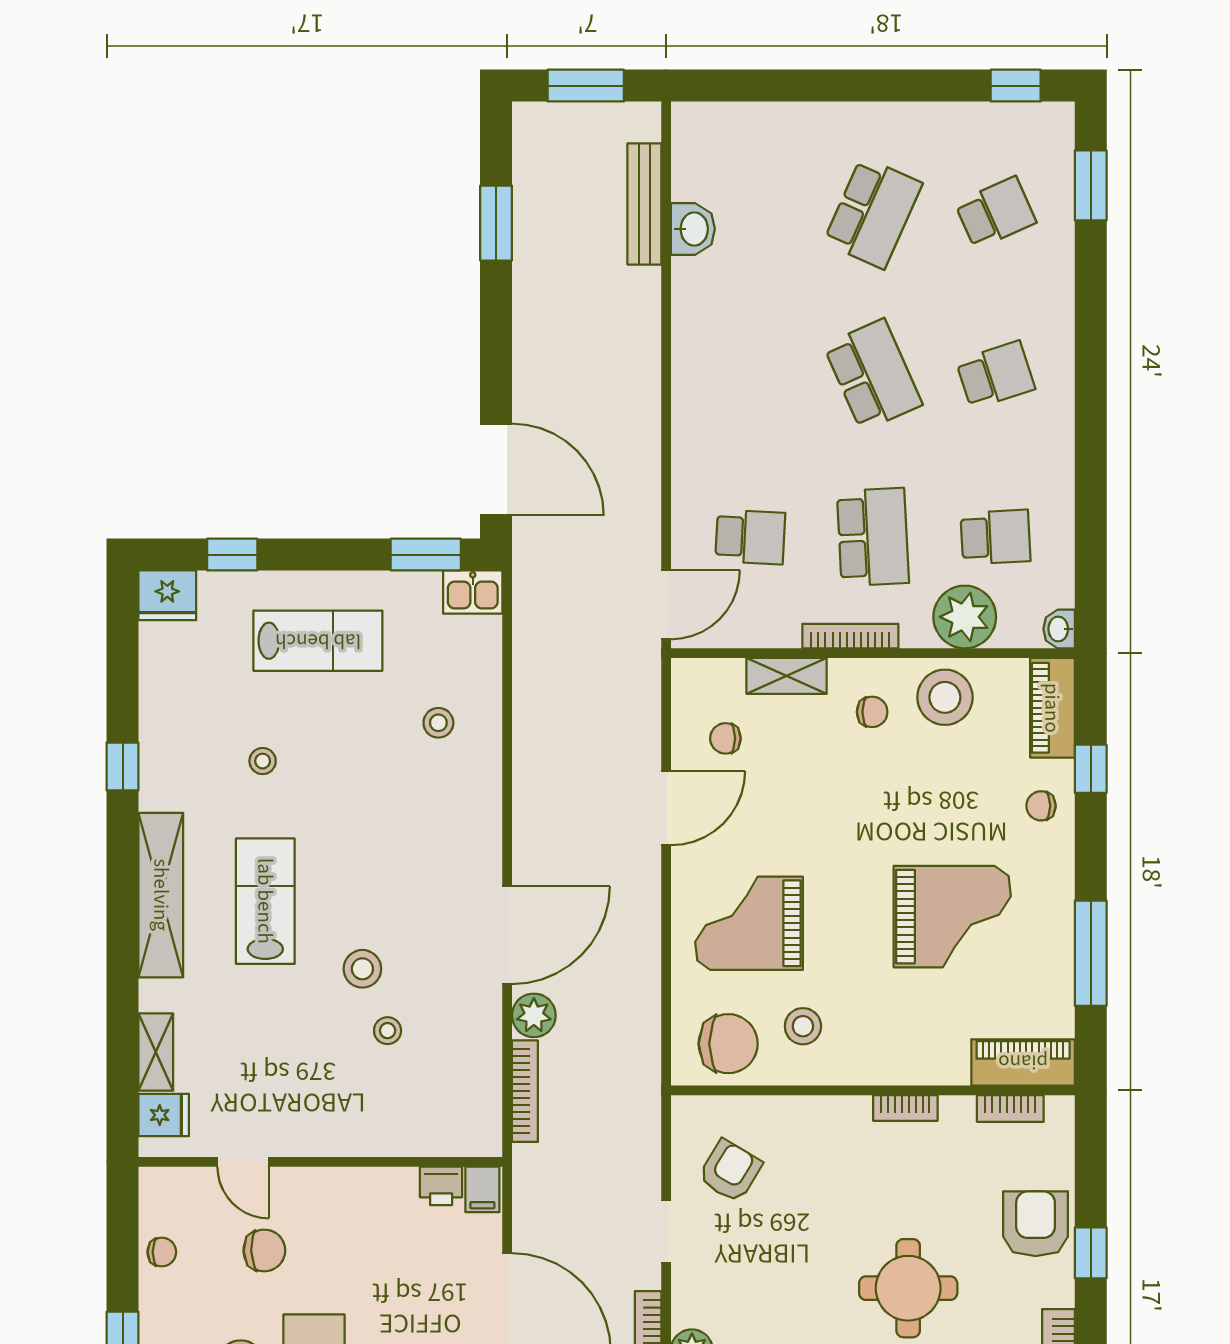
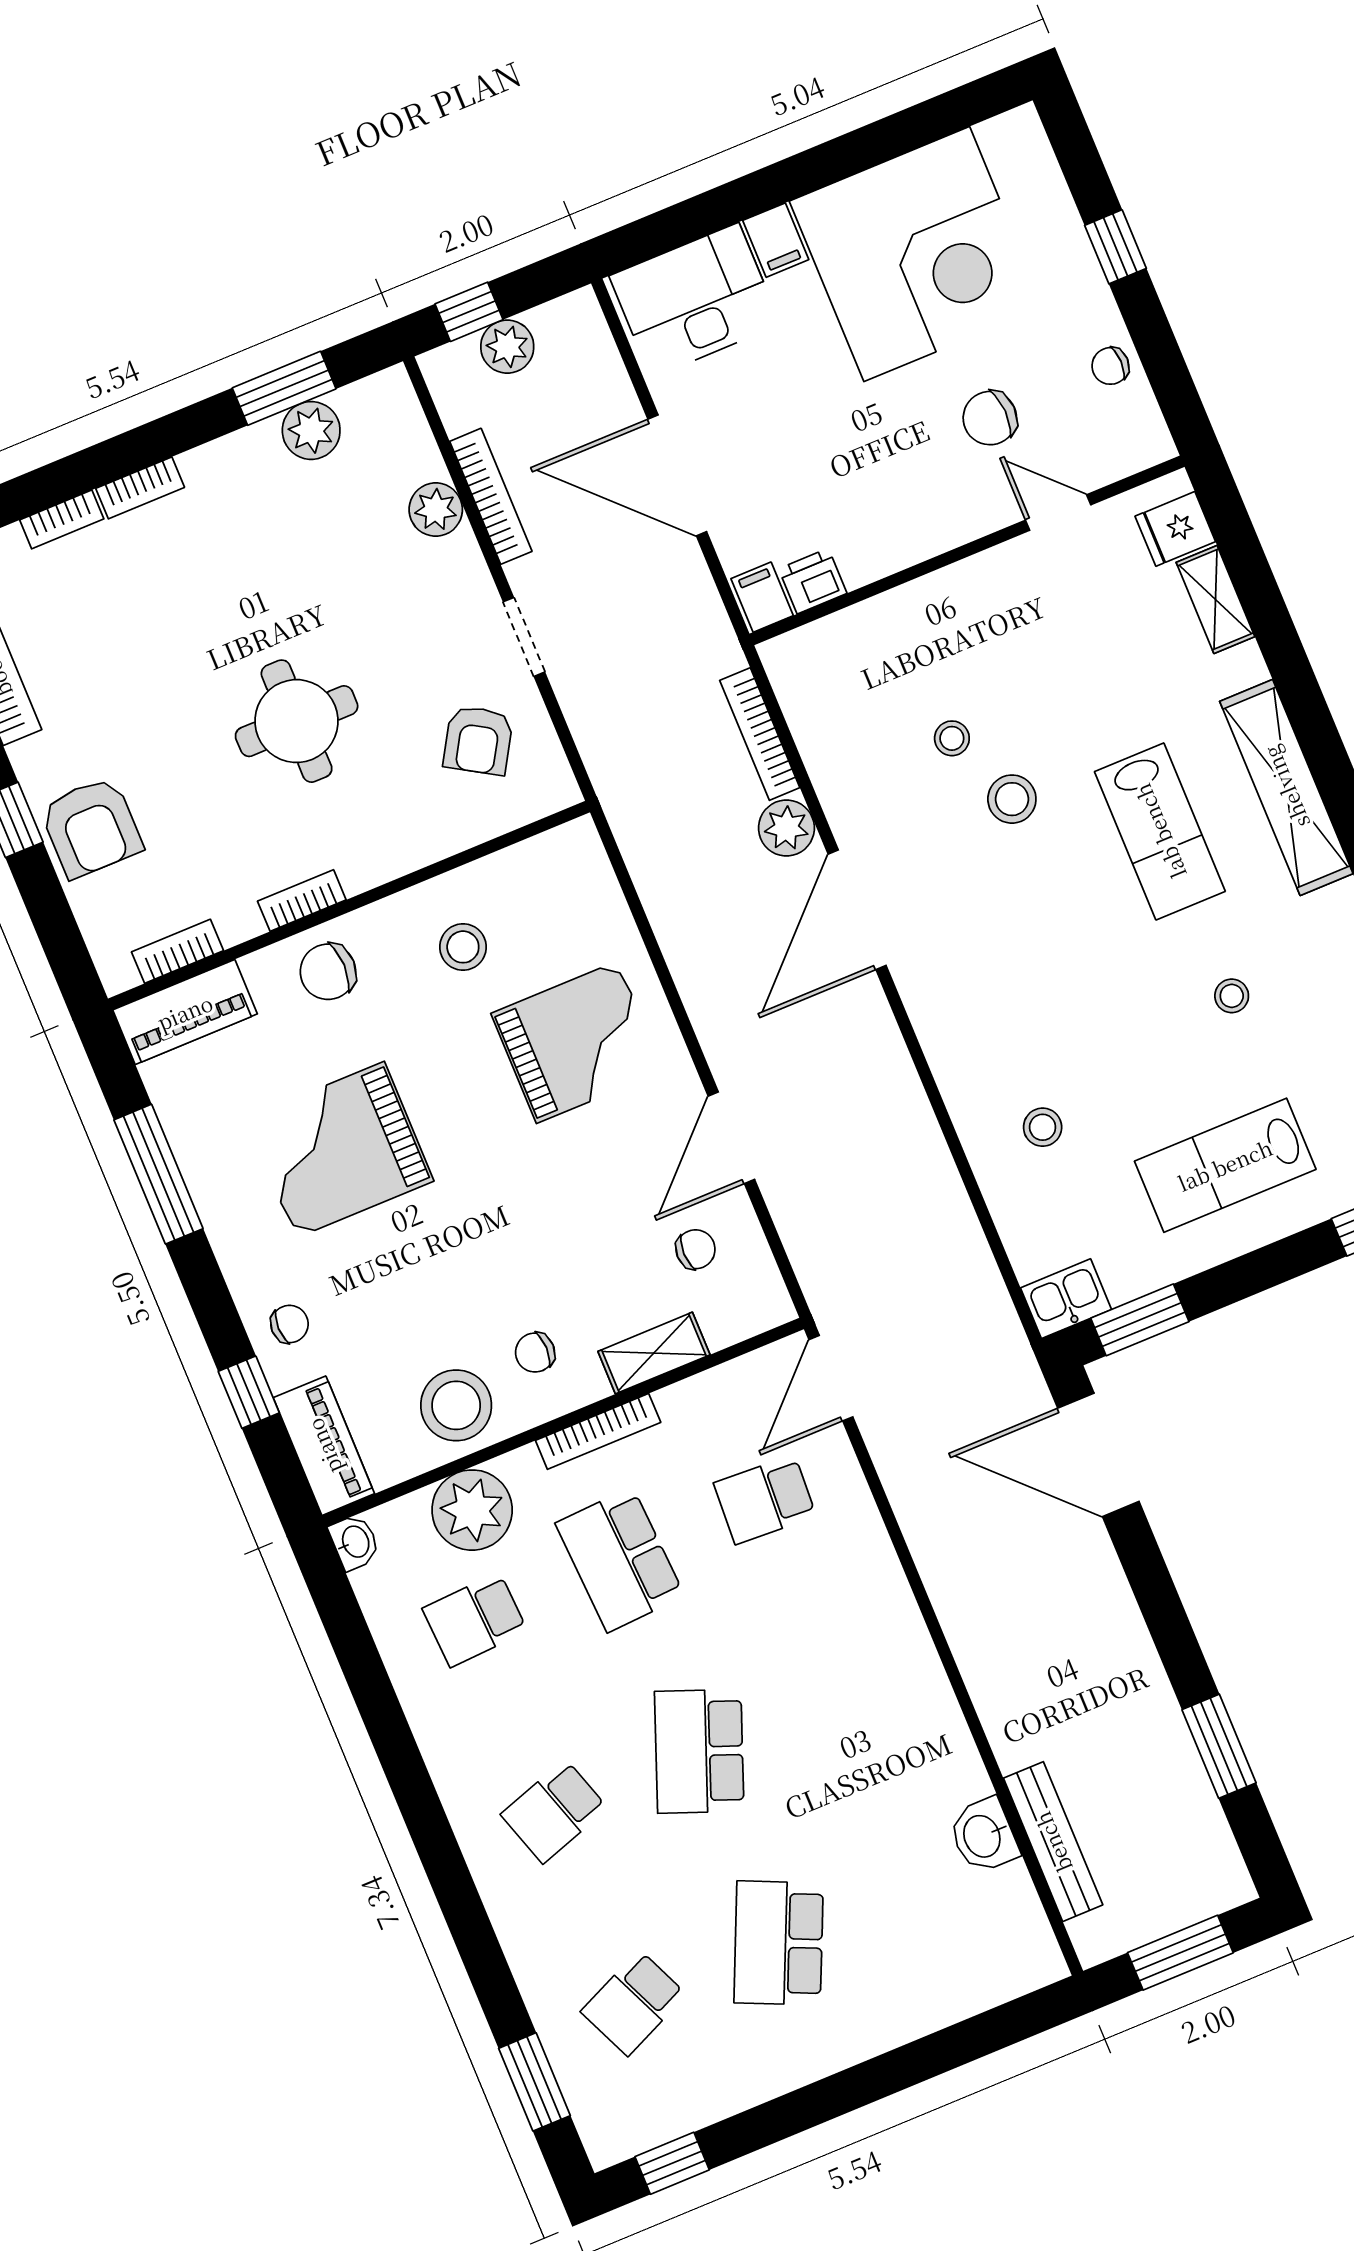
school desk: (873, 375) -> (699, 1751), turned 45
chair: (728, 1044) -> (328, 972), moved, width x0.73, depth x0.73
round table: (908, 1288) -> (297, 721), moved

